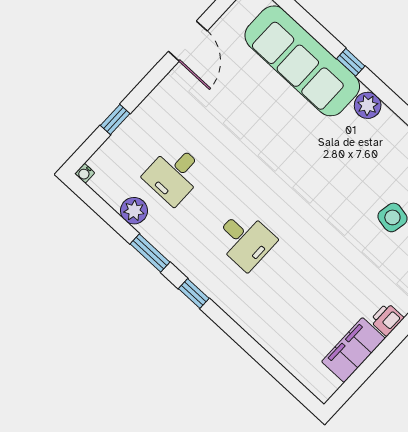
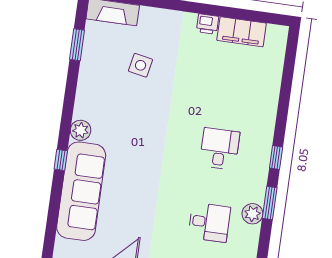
plant: (134, 211) -> (252, 214), moved

